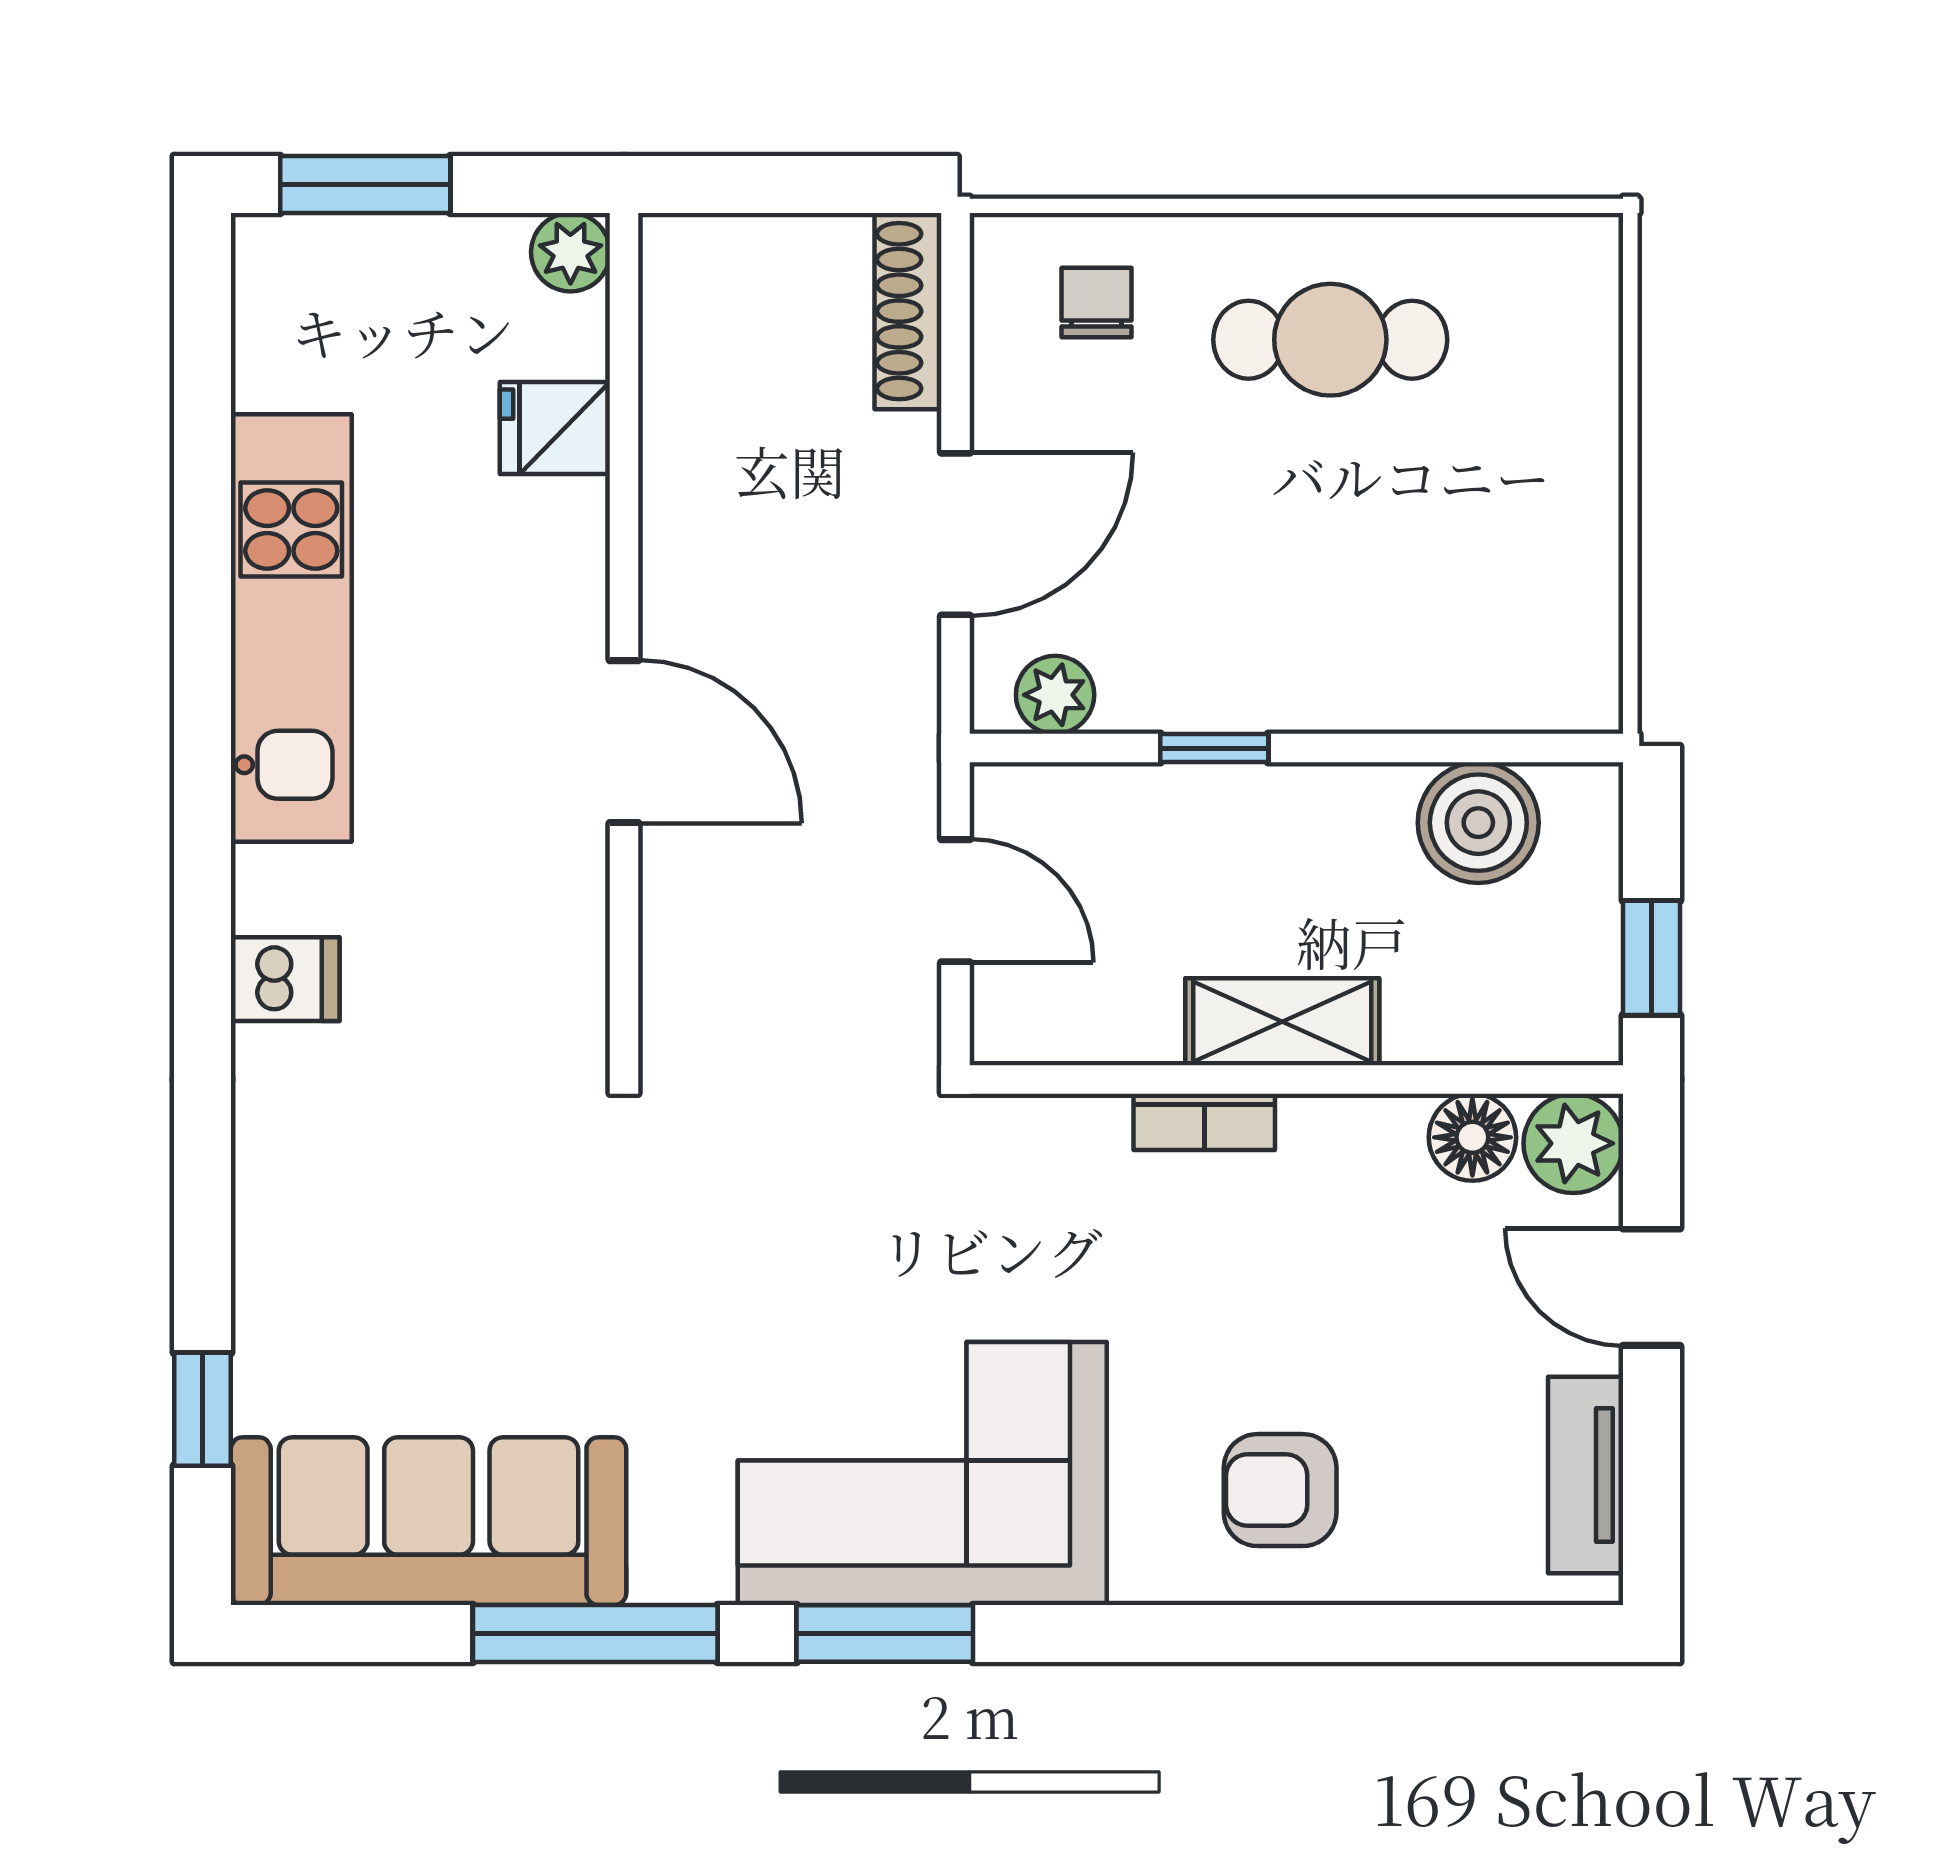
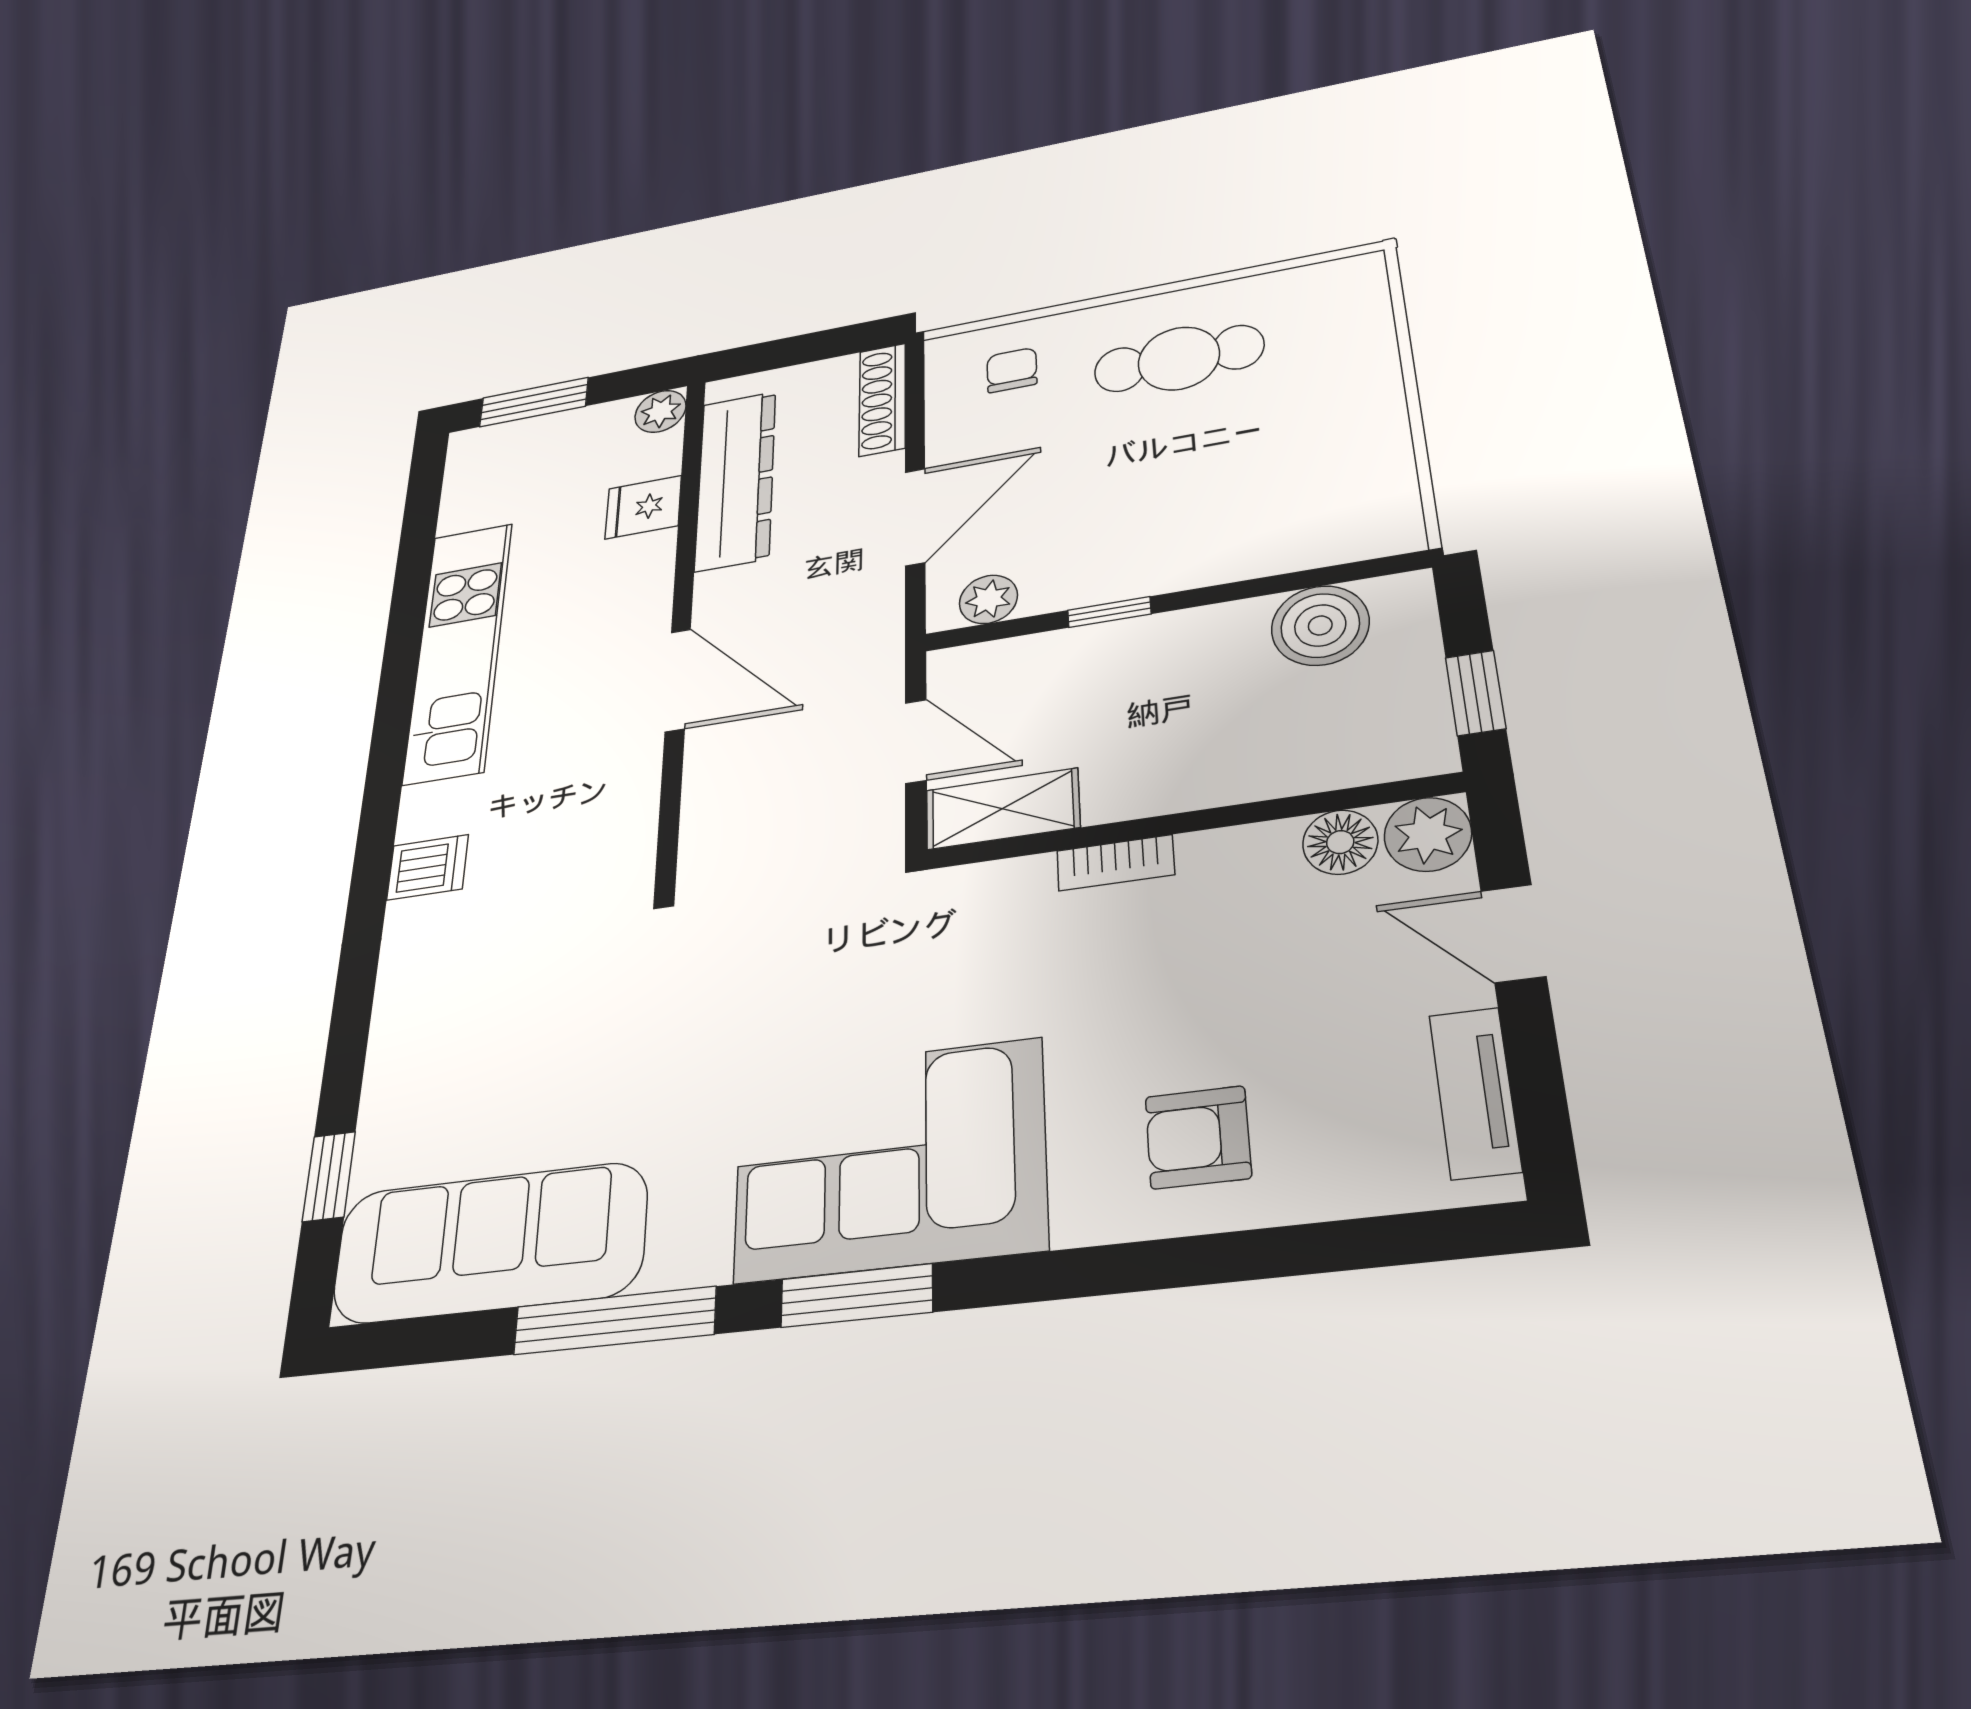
dresser: (693, 410) -> (736, 480), added
shelving: (1282, 1022) -> (1002, 809), moved

